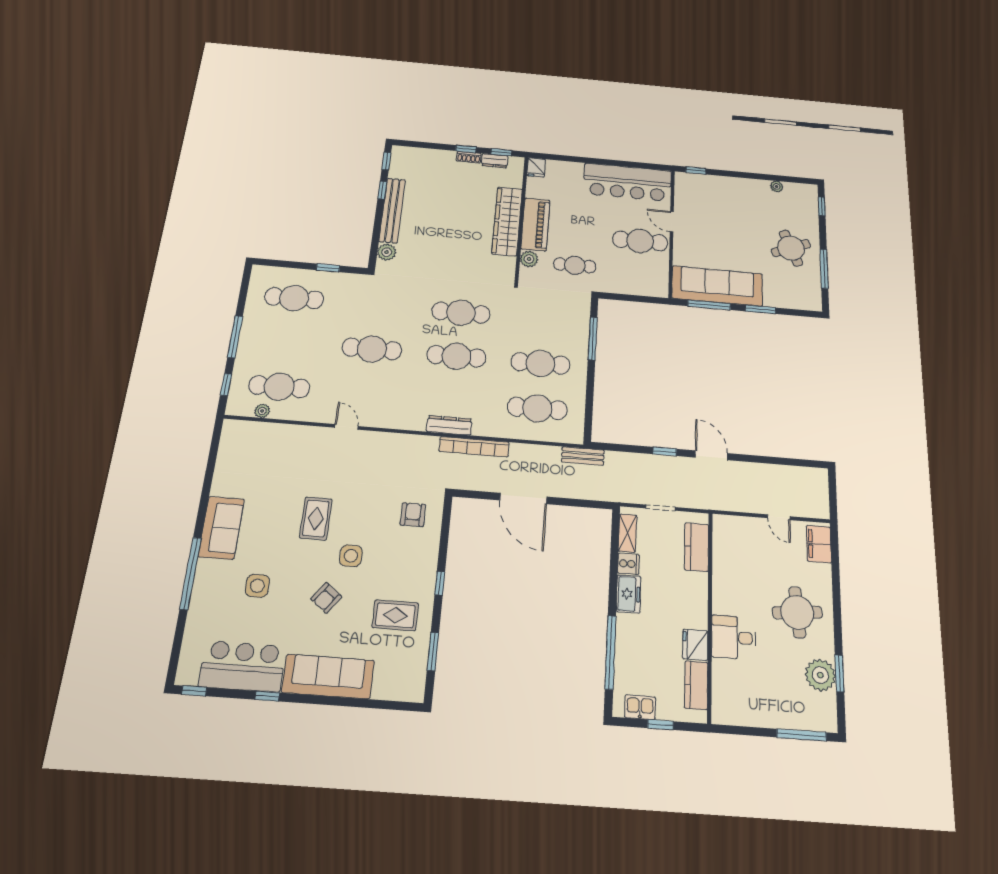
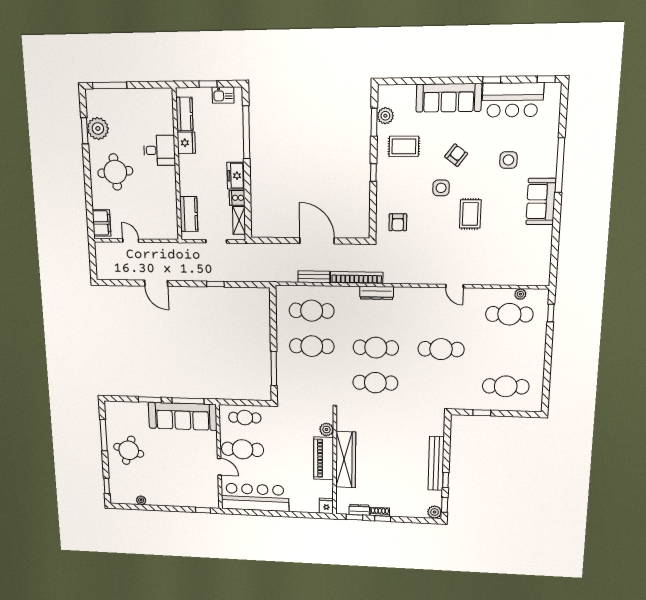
round table: (791, 248) -> (129, 450), turned 38
plant: (387, 252) -> (435, 512), moved
cafe table: (575, 265) -> (245, 418), moved
window: (235, 337) -> (548, 352), removed
door: (711, 455) -> (156, 283), moved
bench: (583, 456) -> (314, 277), moved
plant: (417, 659) -> (385, 116), added

